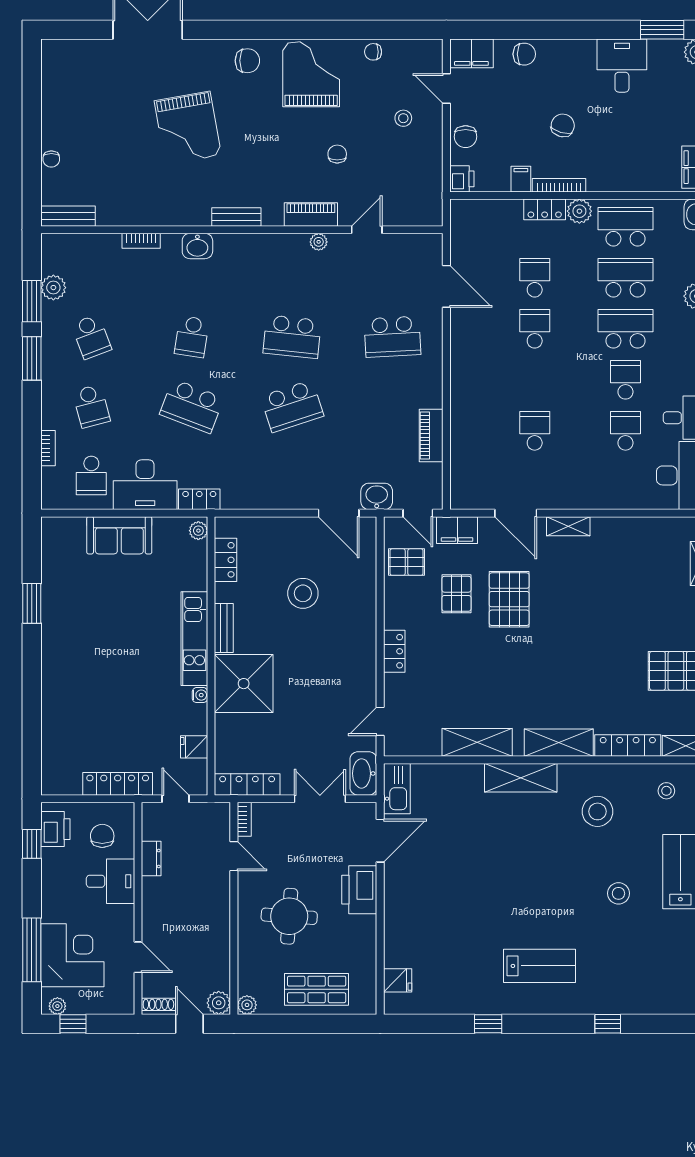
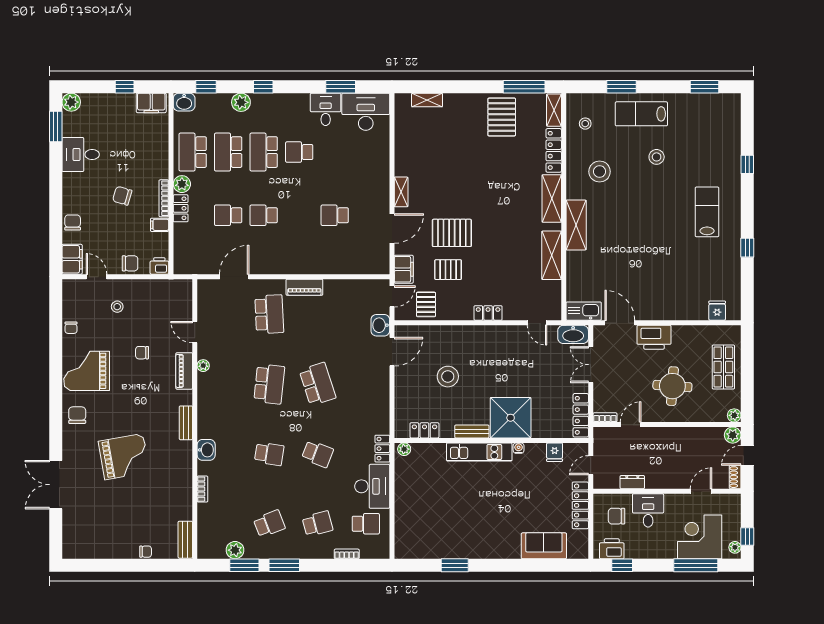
door: (446, 88) -> (96, 277), swing flipped
school desk: (192, 406) -> (318, 454), width x0.54
school desk: (625, 431) -> (335, 152), removed
piano: (431, 435) -> (304, 287), moved
sofa: (119, 535) -> (544, 546), moved, turned -90

